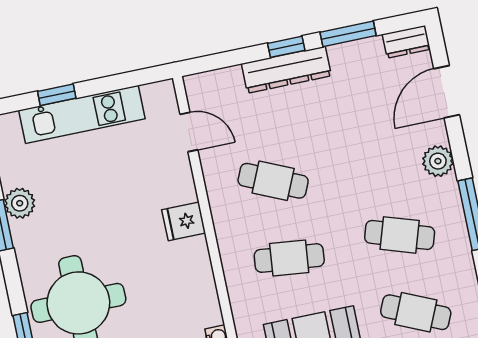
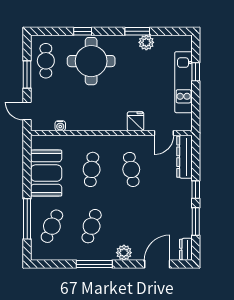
dresser: (286, 70) -> (185, 157), moved
door: (447, 92) -> (157, 264), hinge flipped
cafe table: (273, 181) -> (131, 169), turned -33
fridge: (184, 221) -> (135, 121), moved

